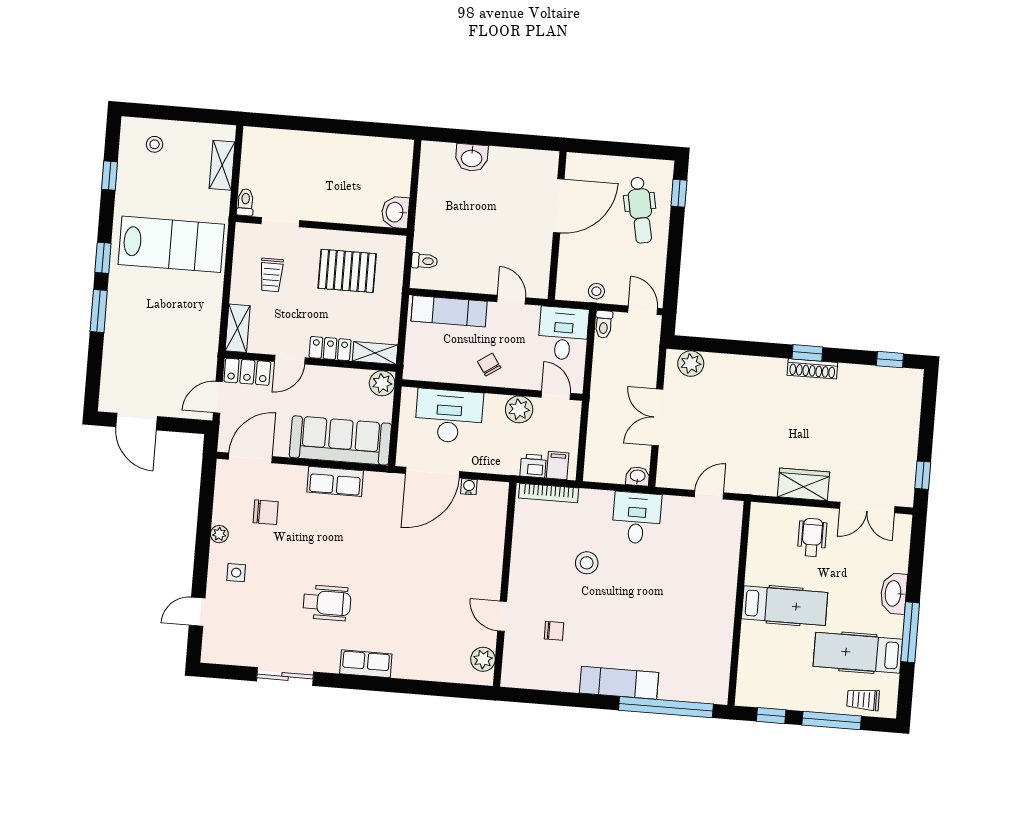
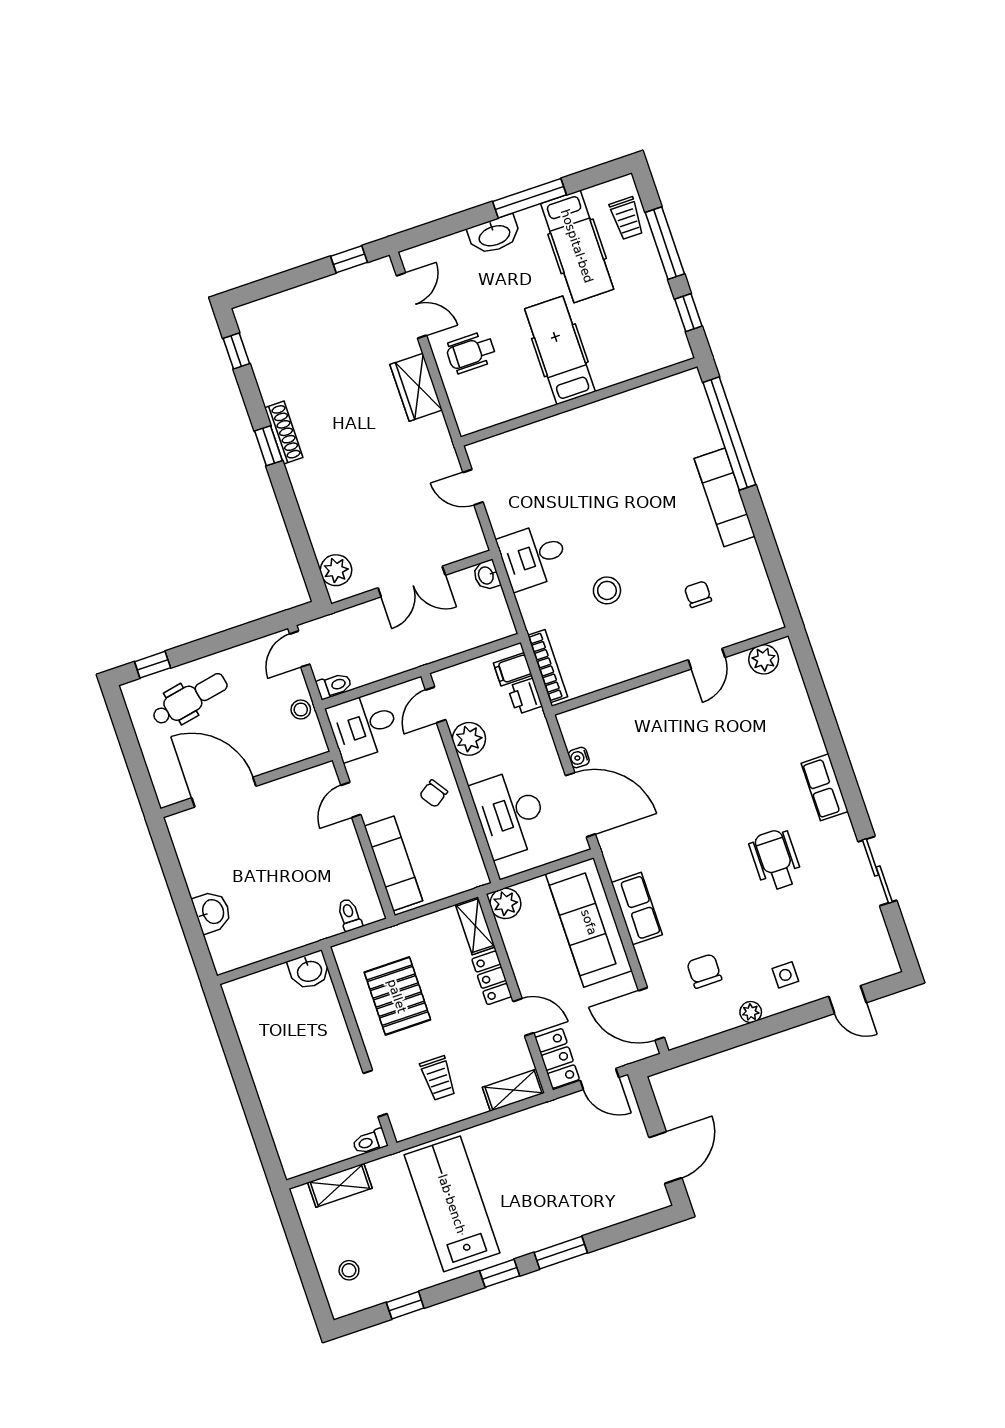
trolley: (271, 275) -> (438, 1078), turned 90

